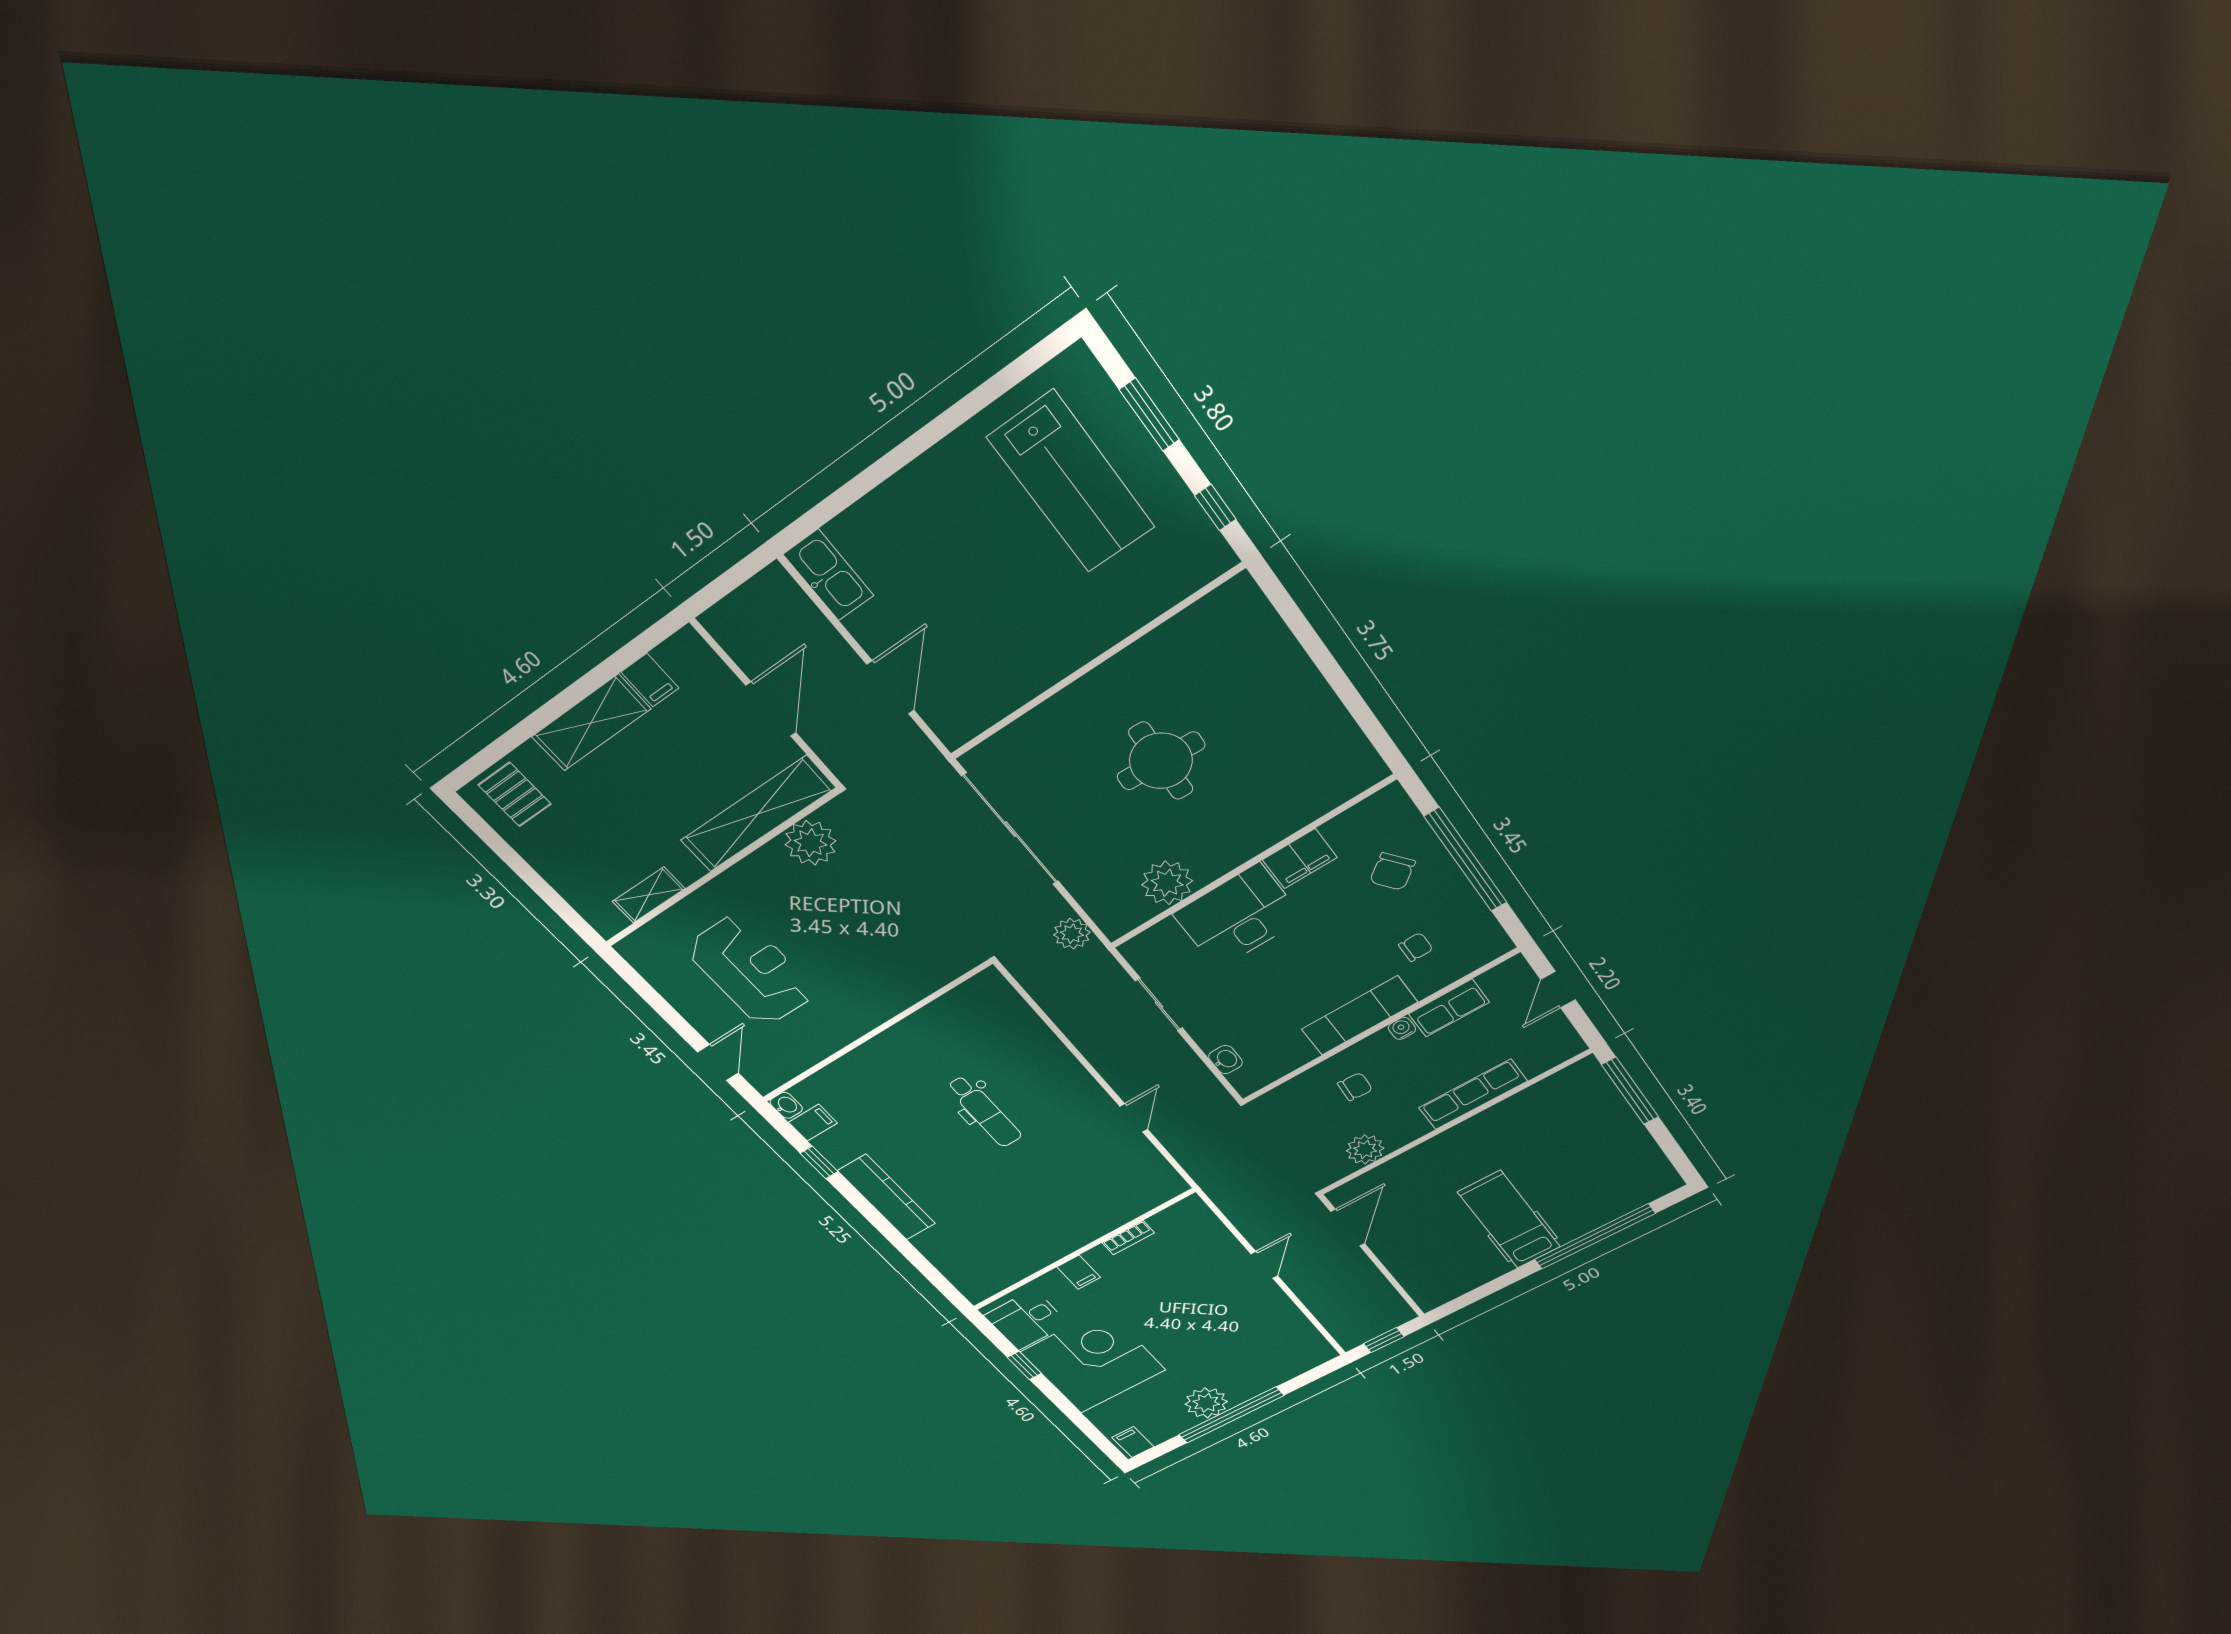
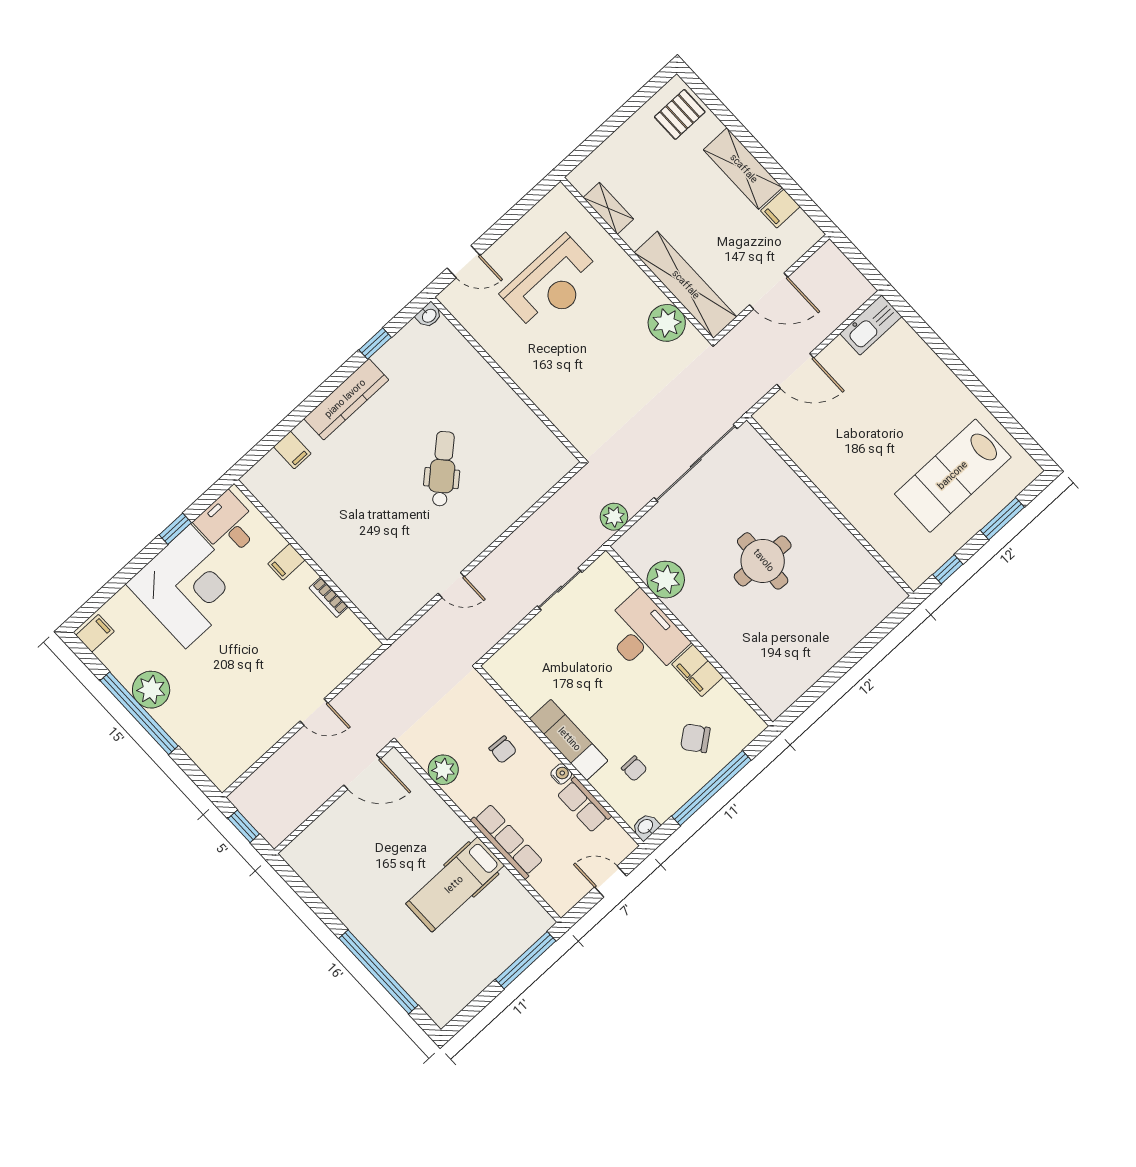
washbasin: (1225, 1060) -> (646, 827), moved, turned 180
dental chair: (984, 1111) -> (443, 469), turned 138
filing cabinet: (813, 1123) -> (292, 450), moved
hospital bed: (1509, 1220) -> (455, 885), moved, turned 180

